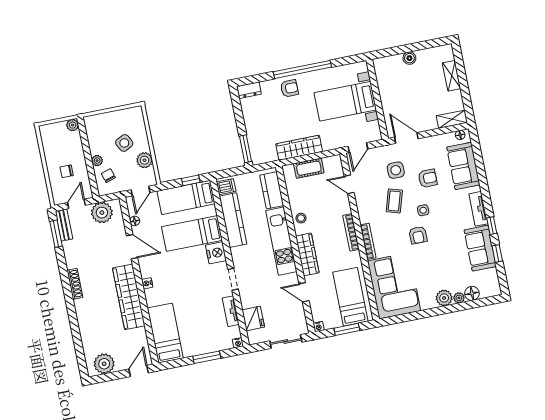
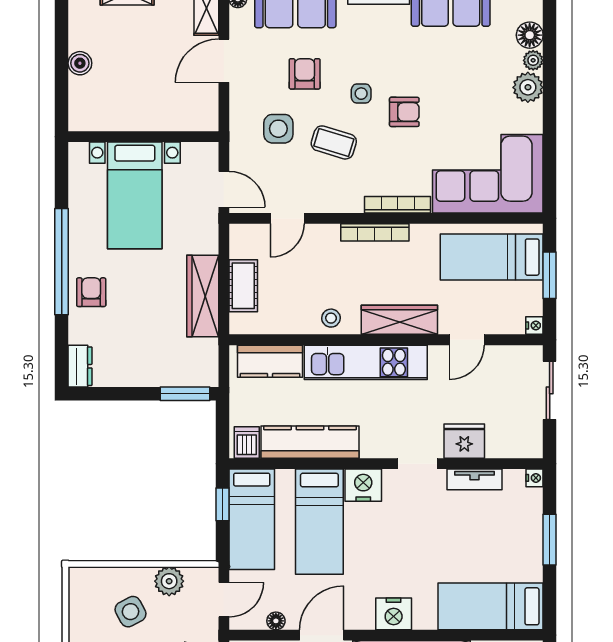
door: (406, 138) -> (224, 61), moved
door: (141, 191) -> (224, 600), hinge flipped
nightstand: (147, 283) -> (394, 614), width x1.89, depth x1.79
fridge: (253, 318) -> (464, 441), moved

